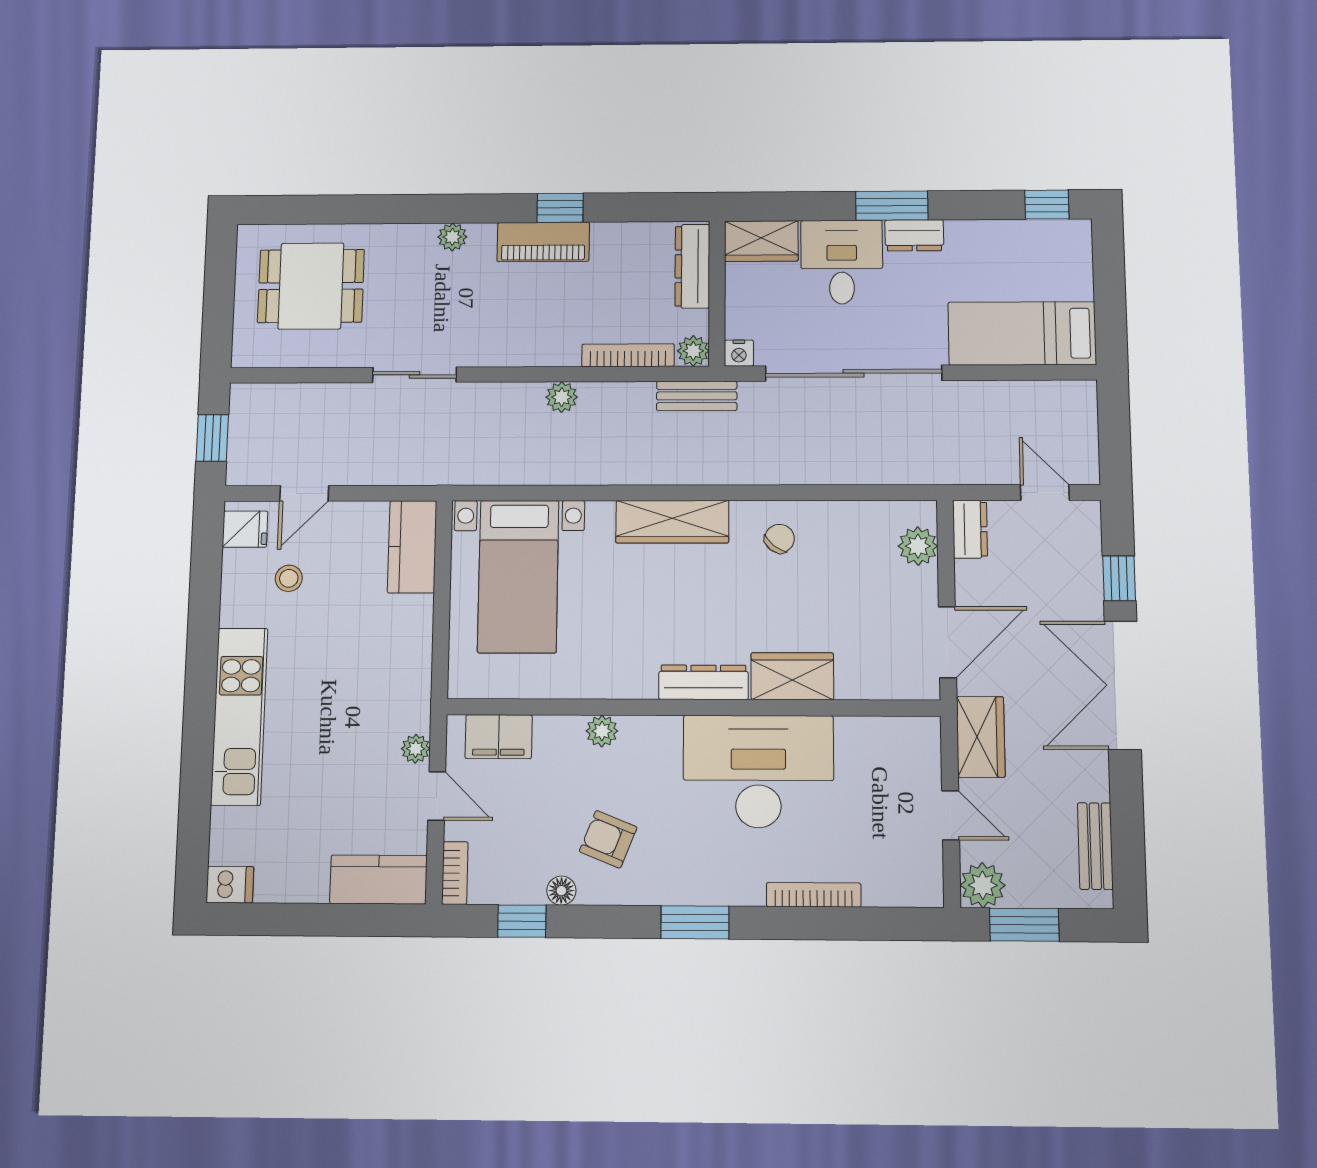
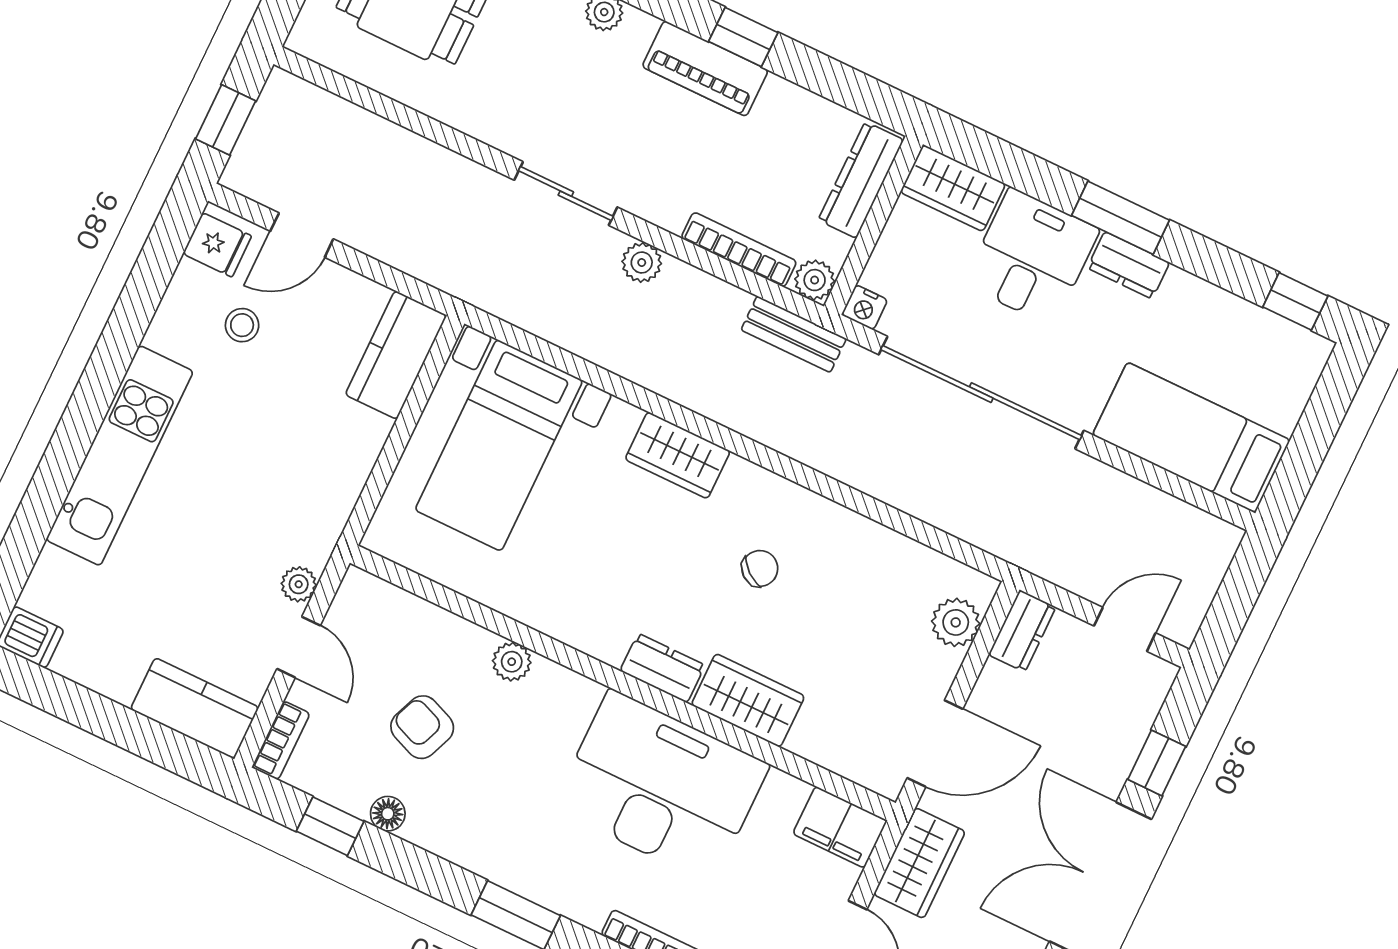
sliding door: (415, 375) -> (566, 194), moved
door: (1045, 492) -> (1125, 629), hinge flipped
wardrobe: (672, 522) -> (678, 455), width x0.67
chair: (780, 539) -> (760, 568), moved
dresser: (703, 682) -> (663, 668), width x0.70
filing cabinet: (499, 737) -> (840, 827), moved
armchair: (608, 839) -> (422, 727), moved

